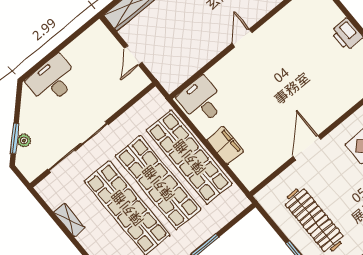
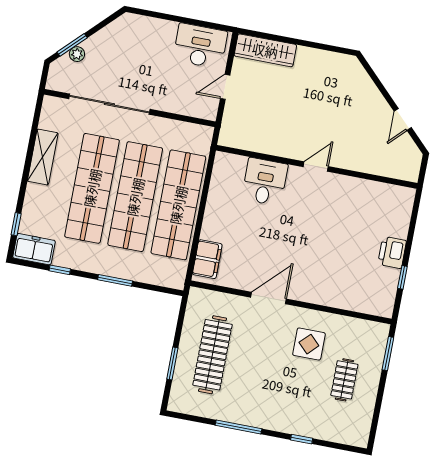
desk: (52, 80) -> (200, 46), moved
desk: (201, 101) -> (265, 182), moved
filing cabinet: (225, 145) -> (207, 259), moved
shelving: (69, 220) -> (43, 157), width x1.50, depth x1.33

